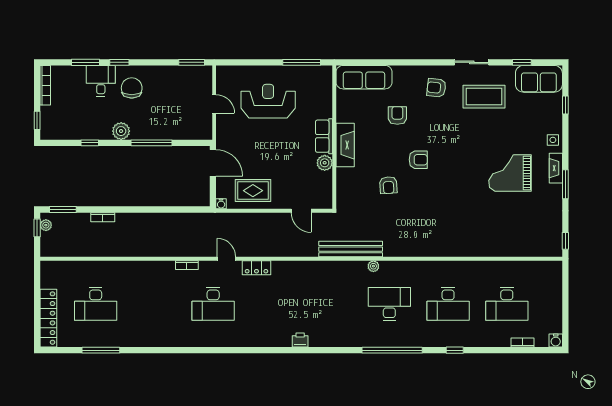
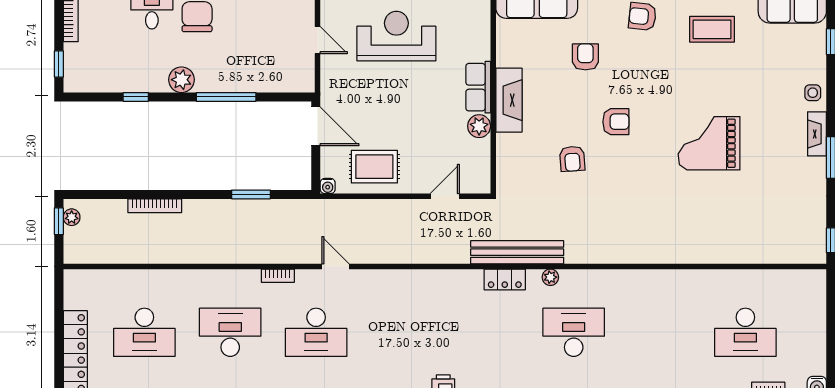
coffee table: (484, 97) -> (712, 29), width x0.73, depth x0.76
grand piano: (510, 173) -> (709, 143), moved
window: (63, 210) -> (251, 194), moved
door: (301, 211) -> (445, 196), swing flipped
bookcase: (103, 217) -> (155, 206), width x1.56
locker: (256, 268) -> (505, 279), moved
desk: (448, 304) -> (230, 332), moved, turned 180

